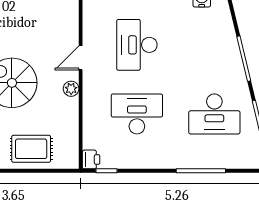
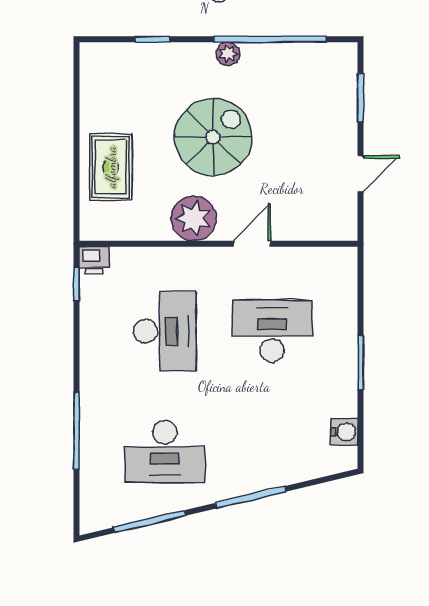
door: (81, 58) -> (252, 244), hinge flipped
plant: (71, 89) -> (194, 218), width x1.88, depth x1.88
desk: (214, 114) -> (165, 452), turned -90

